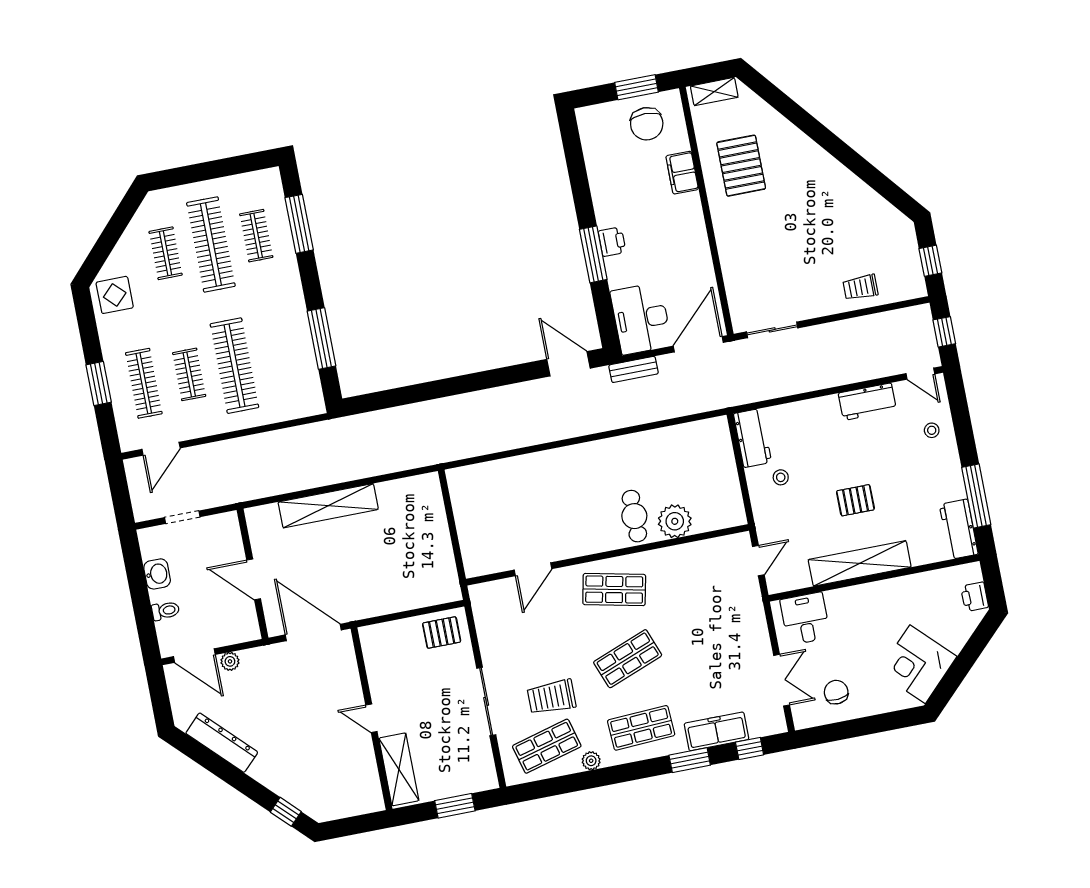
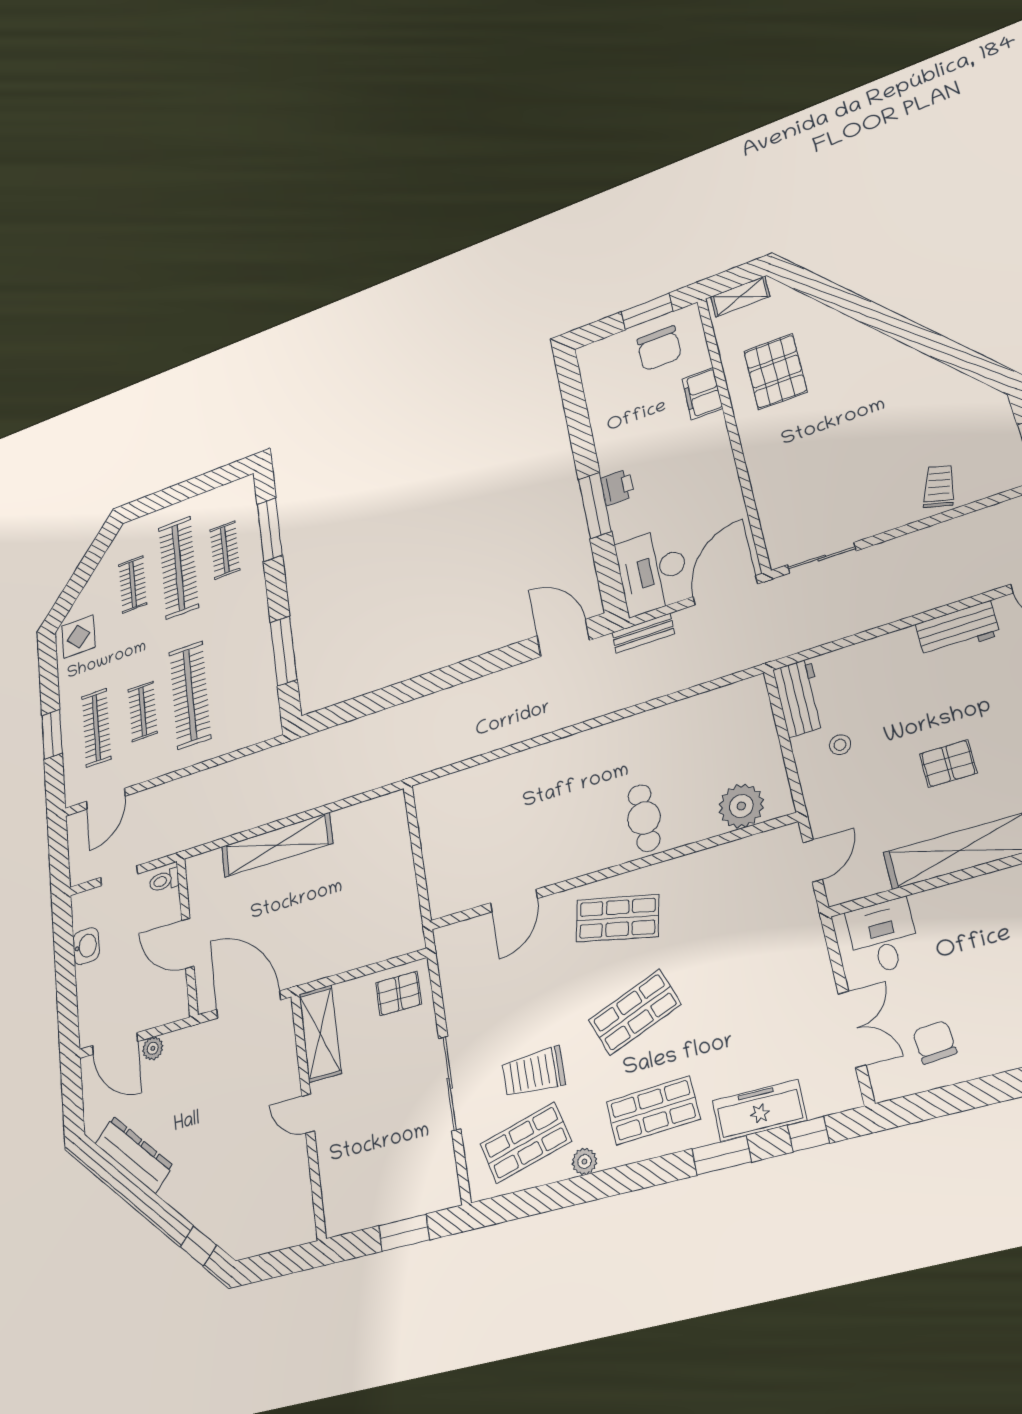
trolley: (860, 287) -> (939, 486), turned 106
plant: (675, 521) -> (741, 806), moved
toilet: (166, 611) -> (164, 880), moved, turned 180
shelving: (399, 769) -> (320, 1033), moved

